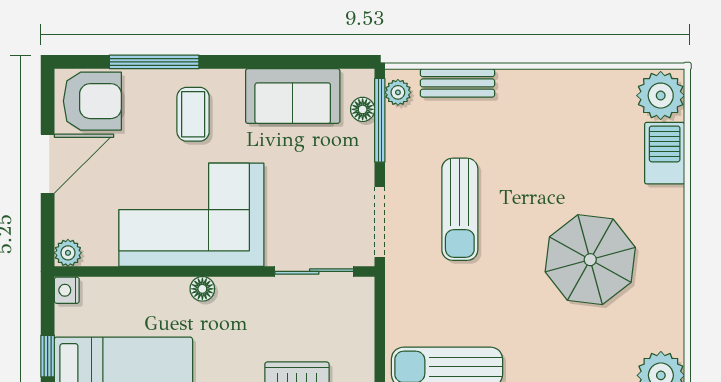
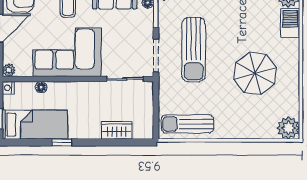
sun lounger: (460, 209) -> (194, 50), width x1.36, depth x1.34
floor lamp: (202, 289) -> (41, 87), moved

